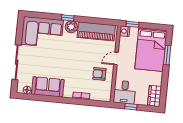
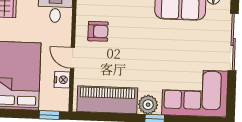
nightstand: (125, 31) -> (62, 80), moved
door: (116, 58) -> (72, 58), swing flipped

